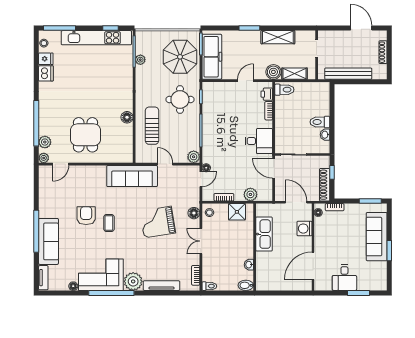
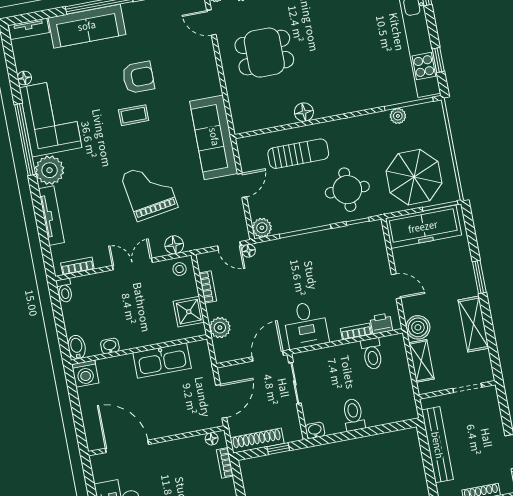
toilet: (284, 90) -> (372, 354), moved
washbasin: (325, 135) -> (315, 430), moved
washing machine: (304, 229) -> (85, 374), moved, turned 180

